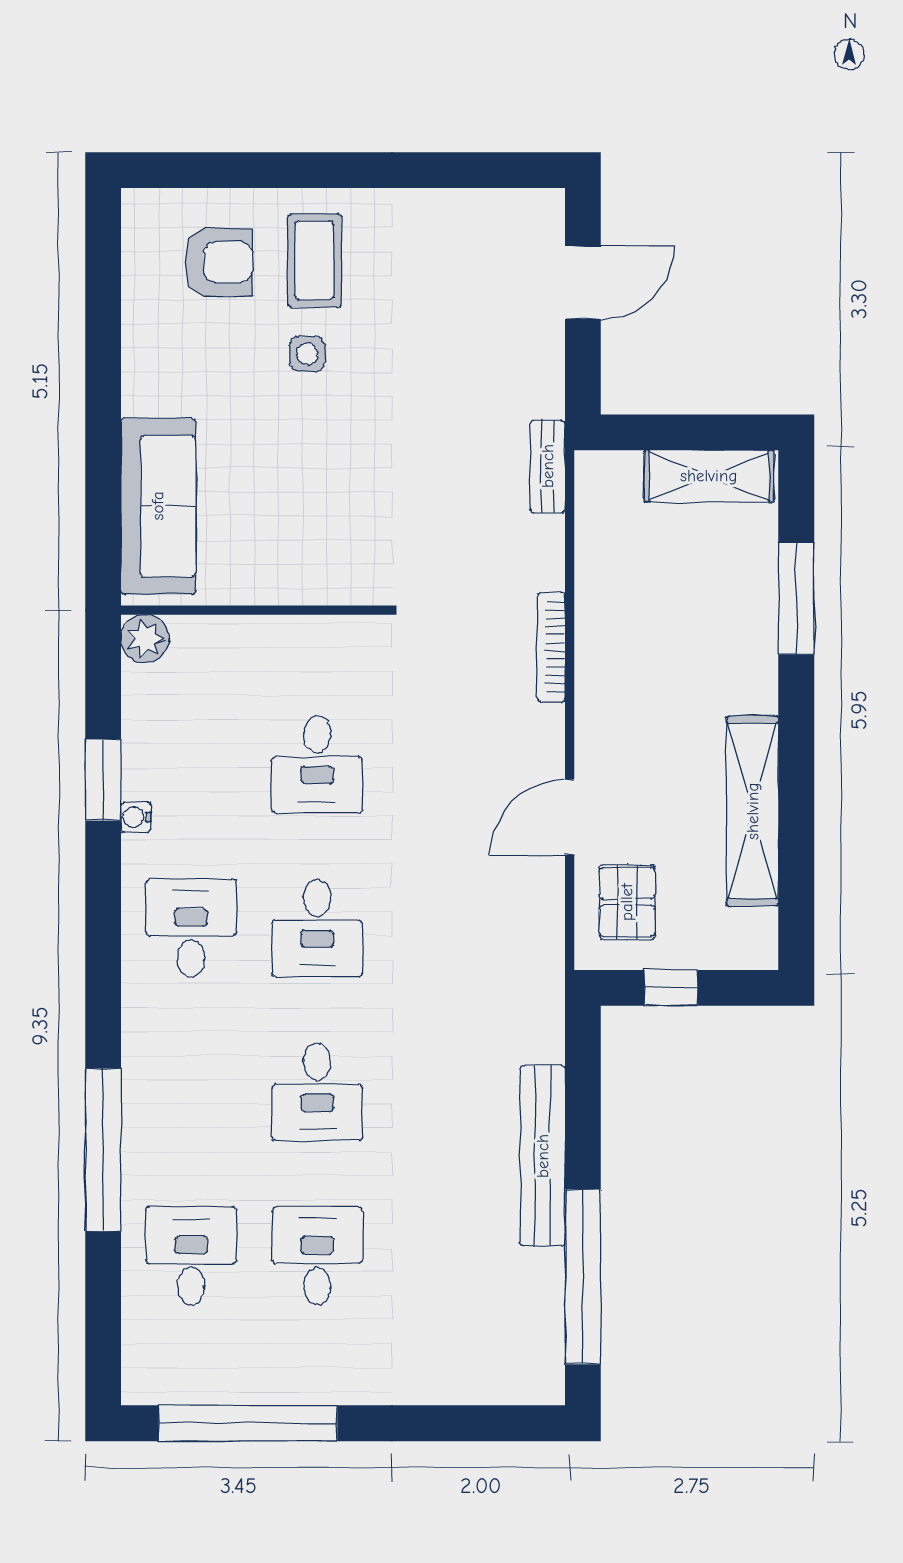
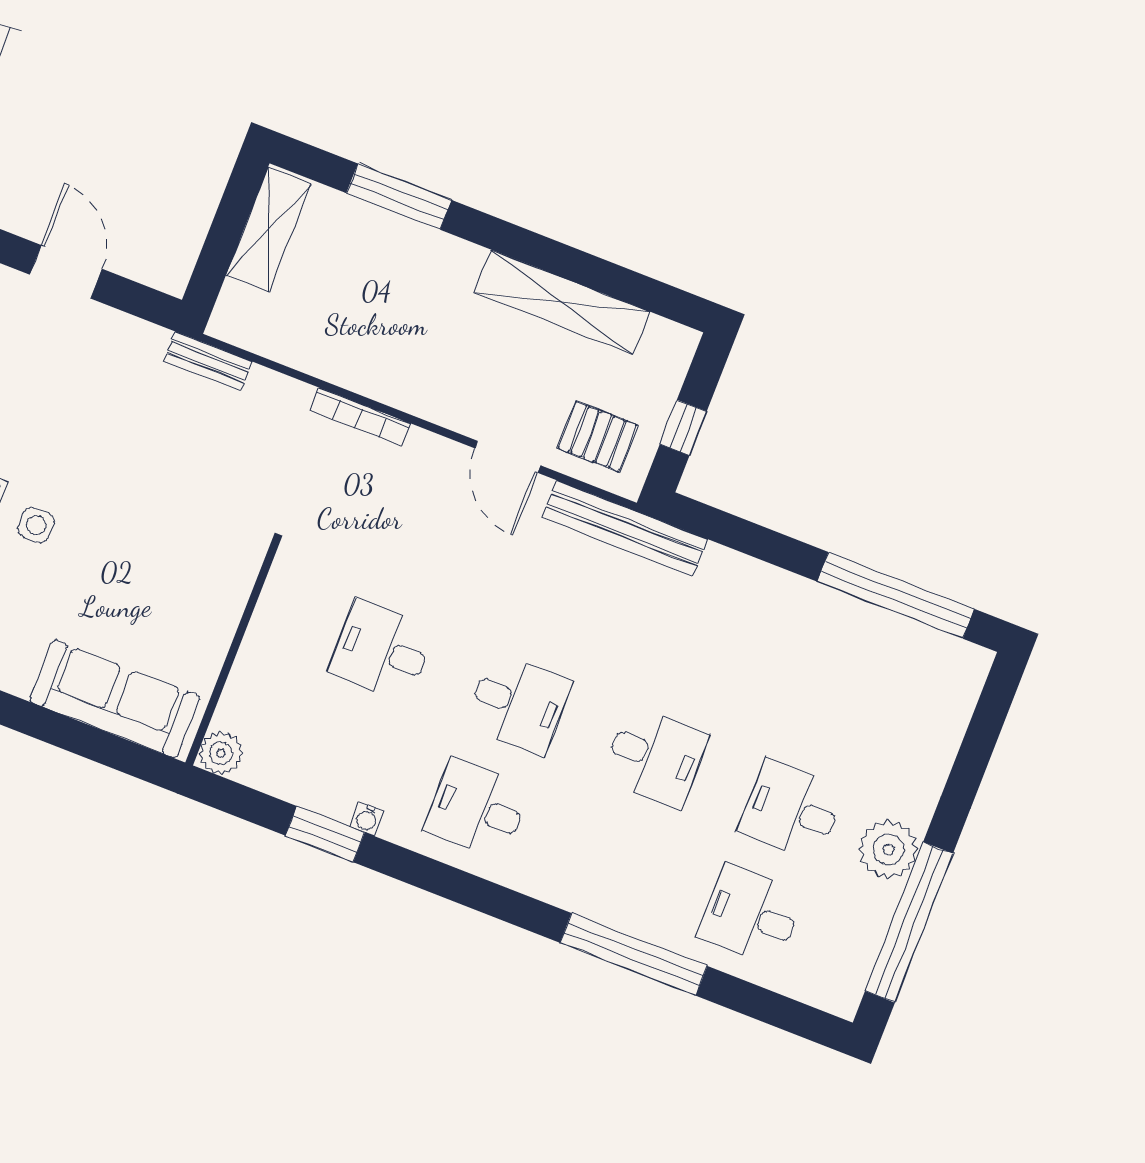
desk: (317, 764) -> (382, 650), turned 180
bench: (543, 1156) -> (625, 528), moved
plant: (315, 1372) -> (889, 850), added

